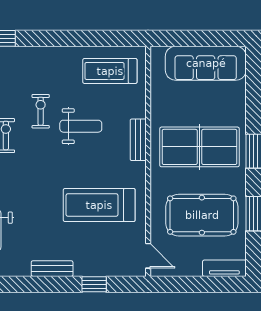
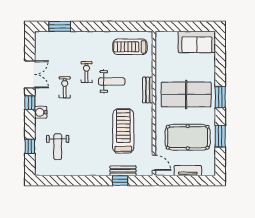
sofa: (206, 63) -> (197, 42), width x0.73
treadmill: (99, 205) -> (123, 131), turned 90
tv unit: (224, 268) -> (188, 171), moved
bench: (52, 269) -> (123, 171), moved

